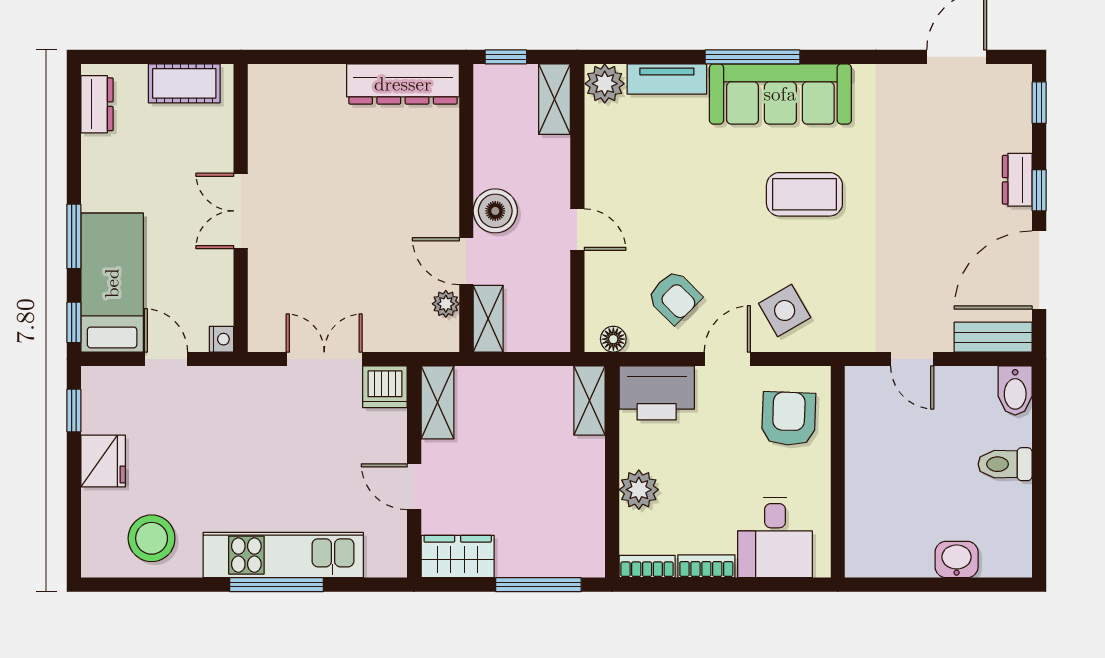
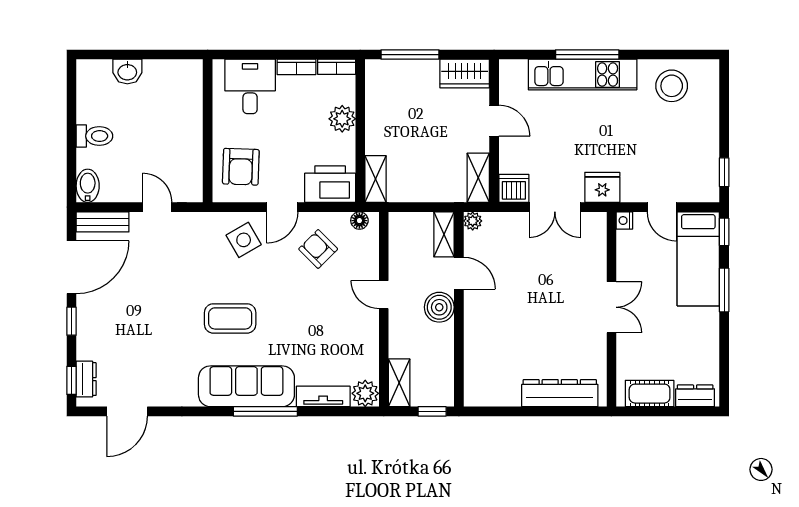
dresser: (403, 84) -> (560, 393), moved
dresser: (97, 104) -> (695, 396), moved, turned 90
dresser: (1017, 180) -> (86, 379), moved
plant: (446, 304) -> (473, 221), moved
fridge: (103, 461) -> (602, 187), moved, turned 90

